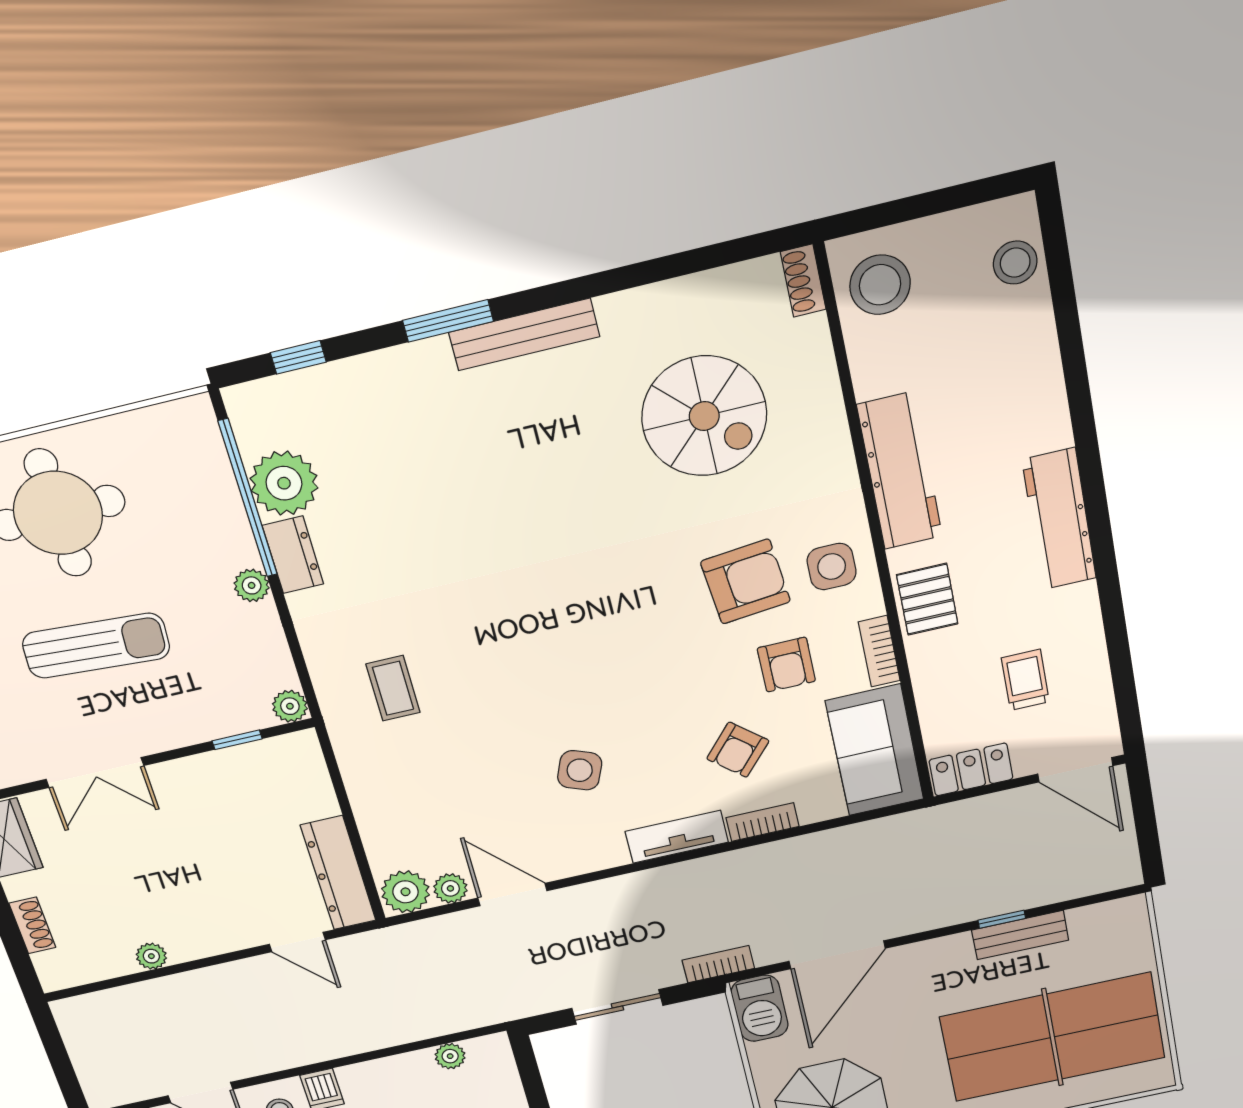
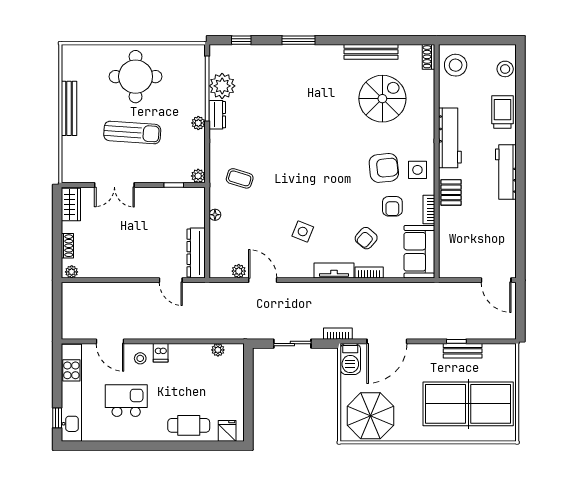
bench: (524, 335) -> (371, 52), moved
spiral stairs: (704, 416) -> (382, 99), turned -90
trolley: (1025, 680) -> (502, 112), moved, width x1.36, depth x1.39
coffee table: (393, 688) -> (240, 178), turned -73
locker: (971, 769) -> (455, 270), removed
floor lamp: (357, 782) -> (215, 215), added
plant: (406, 892) -> (220, 268), removed
plant: (151, 956) -> (72, 272), moved

